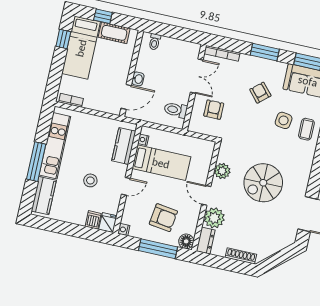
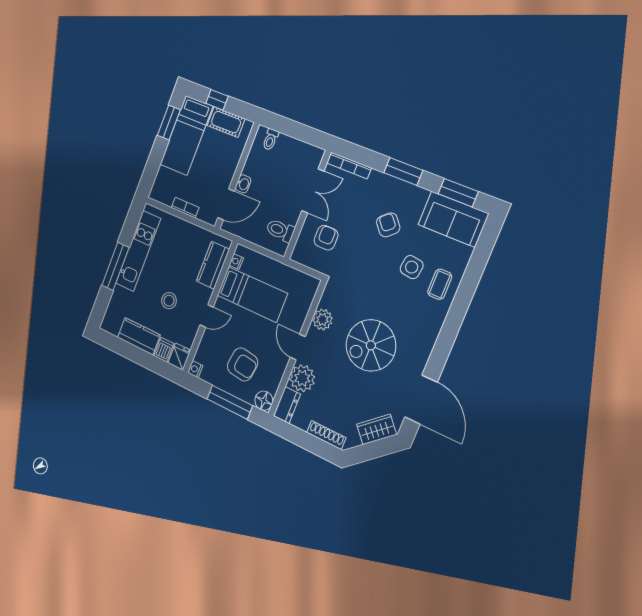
window: (63, 39) -> (169, 122), width x1.50
bookcase: (71, 100) -> (185, 208), moved
kitchen counter: (44, 196) -> (139, 336), moved, turned -90
wardrobe: (279, 243) -> (376, 429), added

